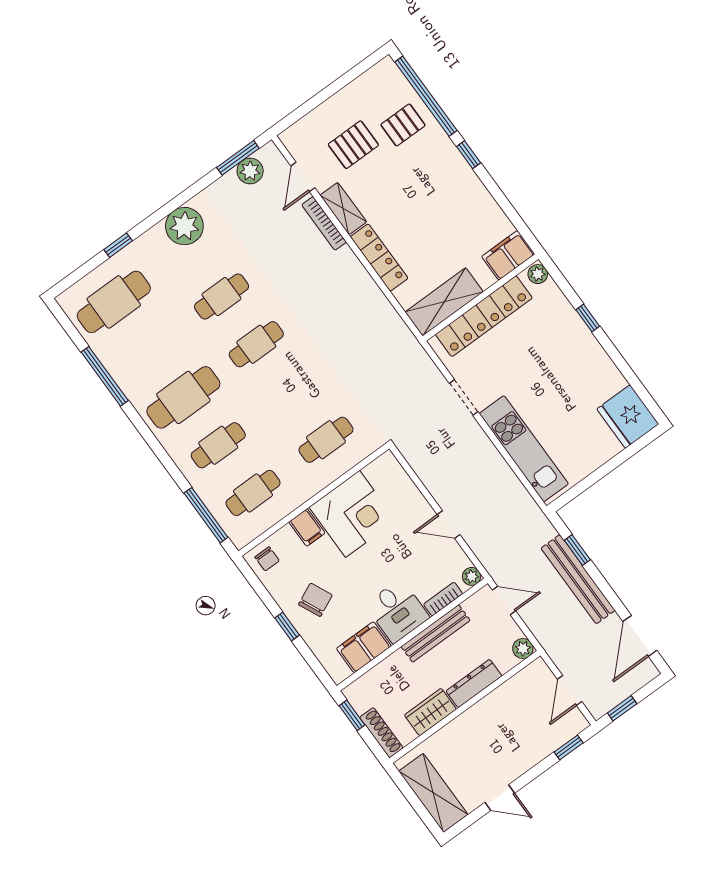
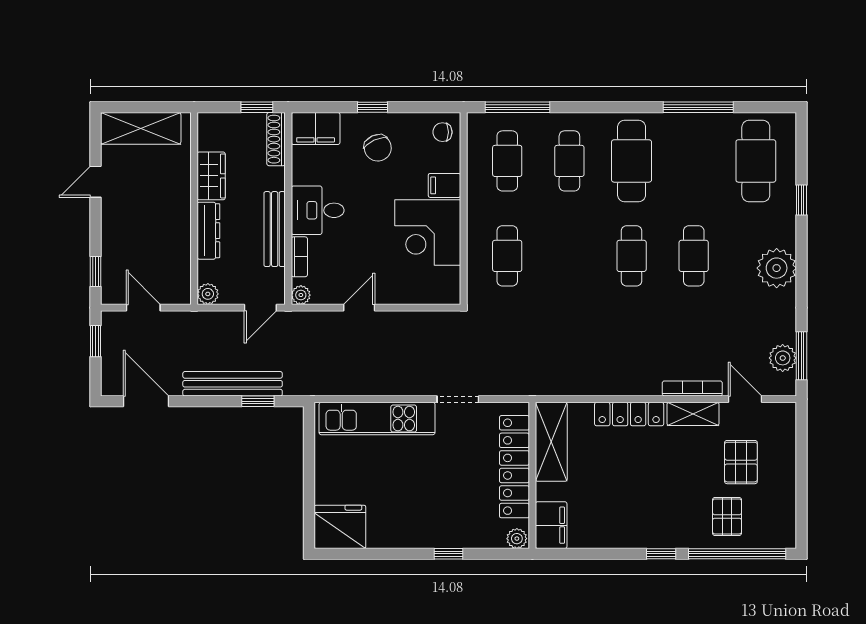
filing cabinet: (364, 647) -> (316, 128), moved, turned 90
shoe rack: (381, 733) -> (276, 139), moved, turned 90

